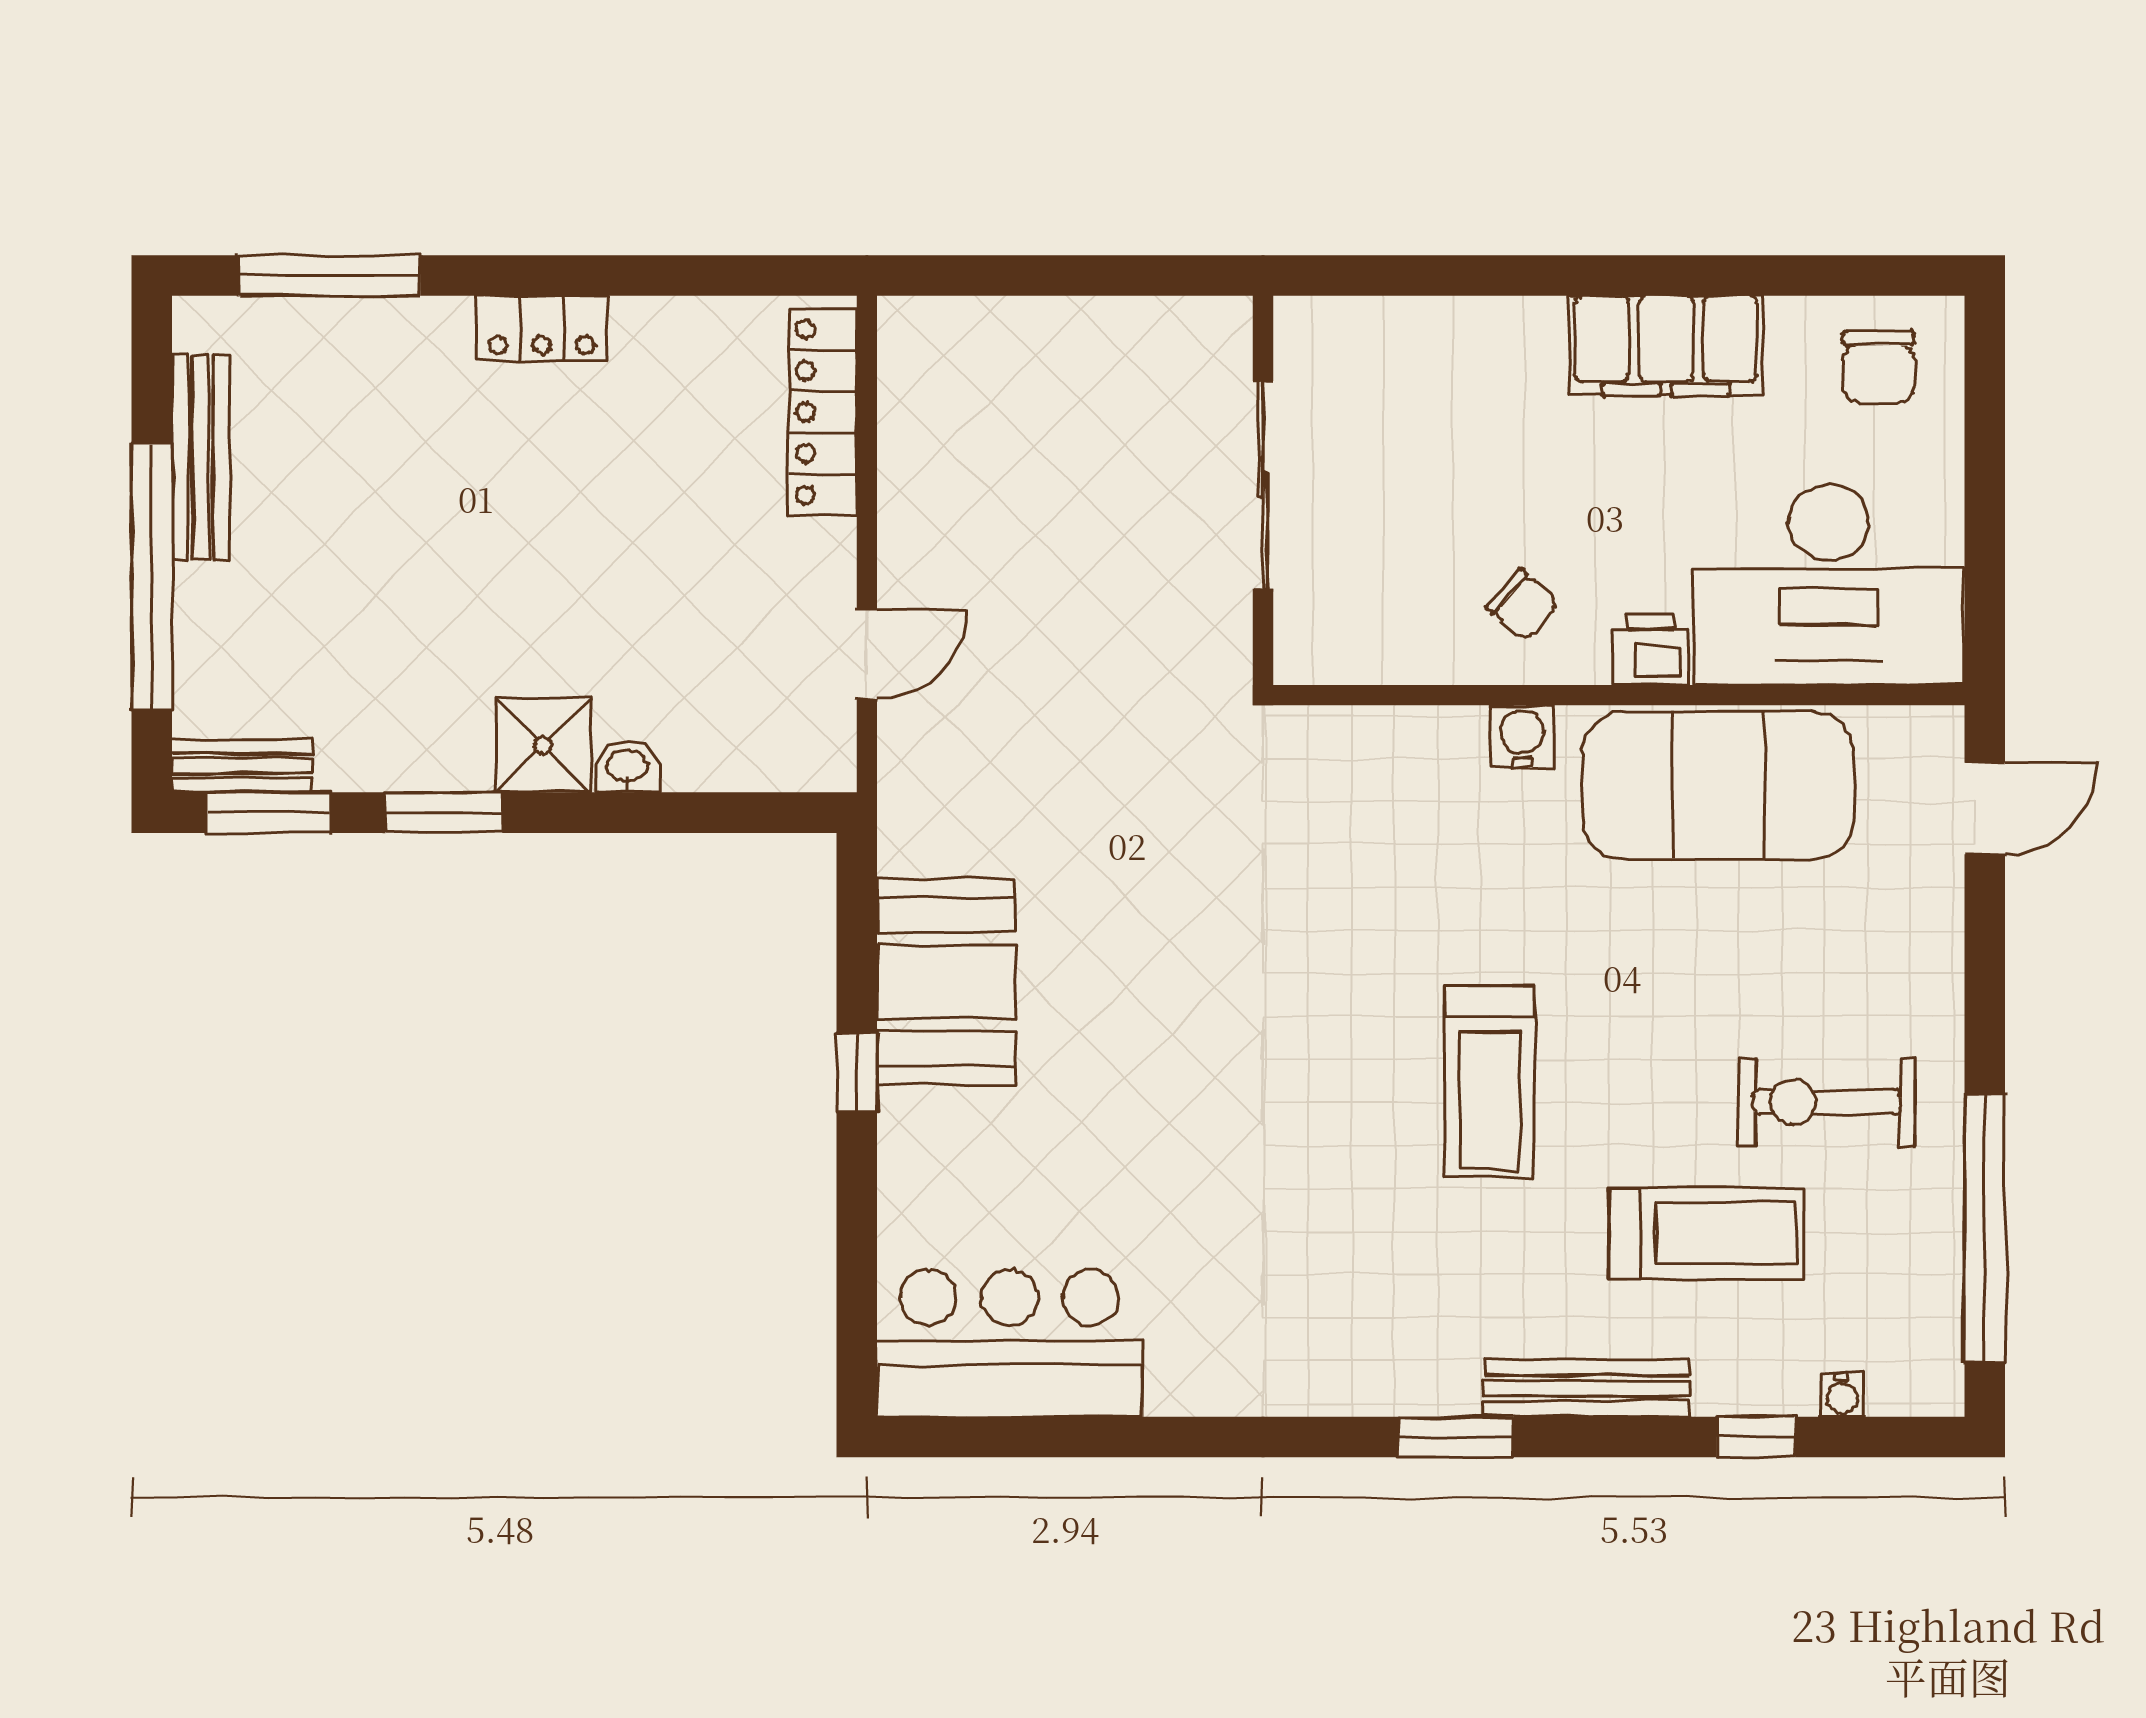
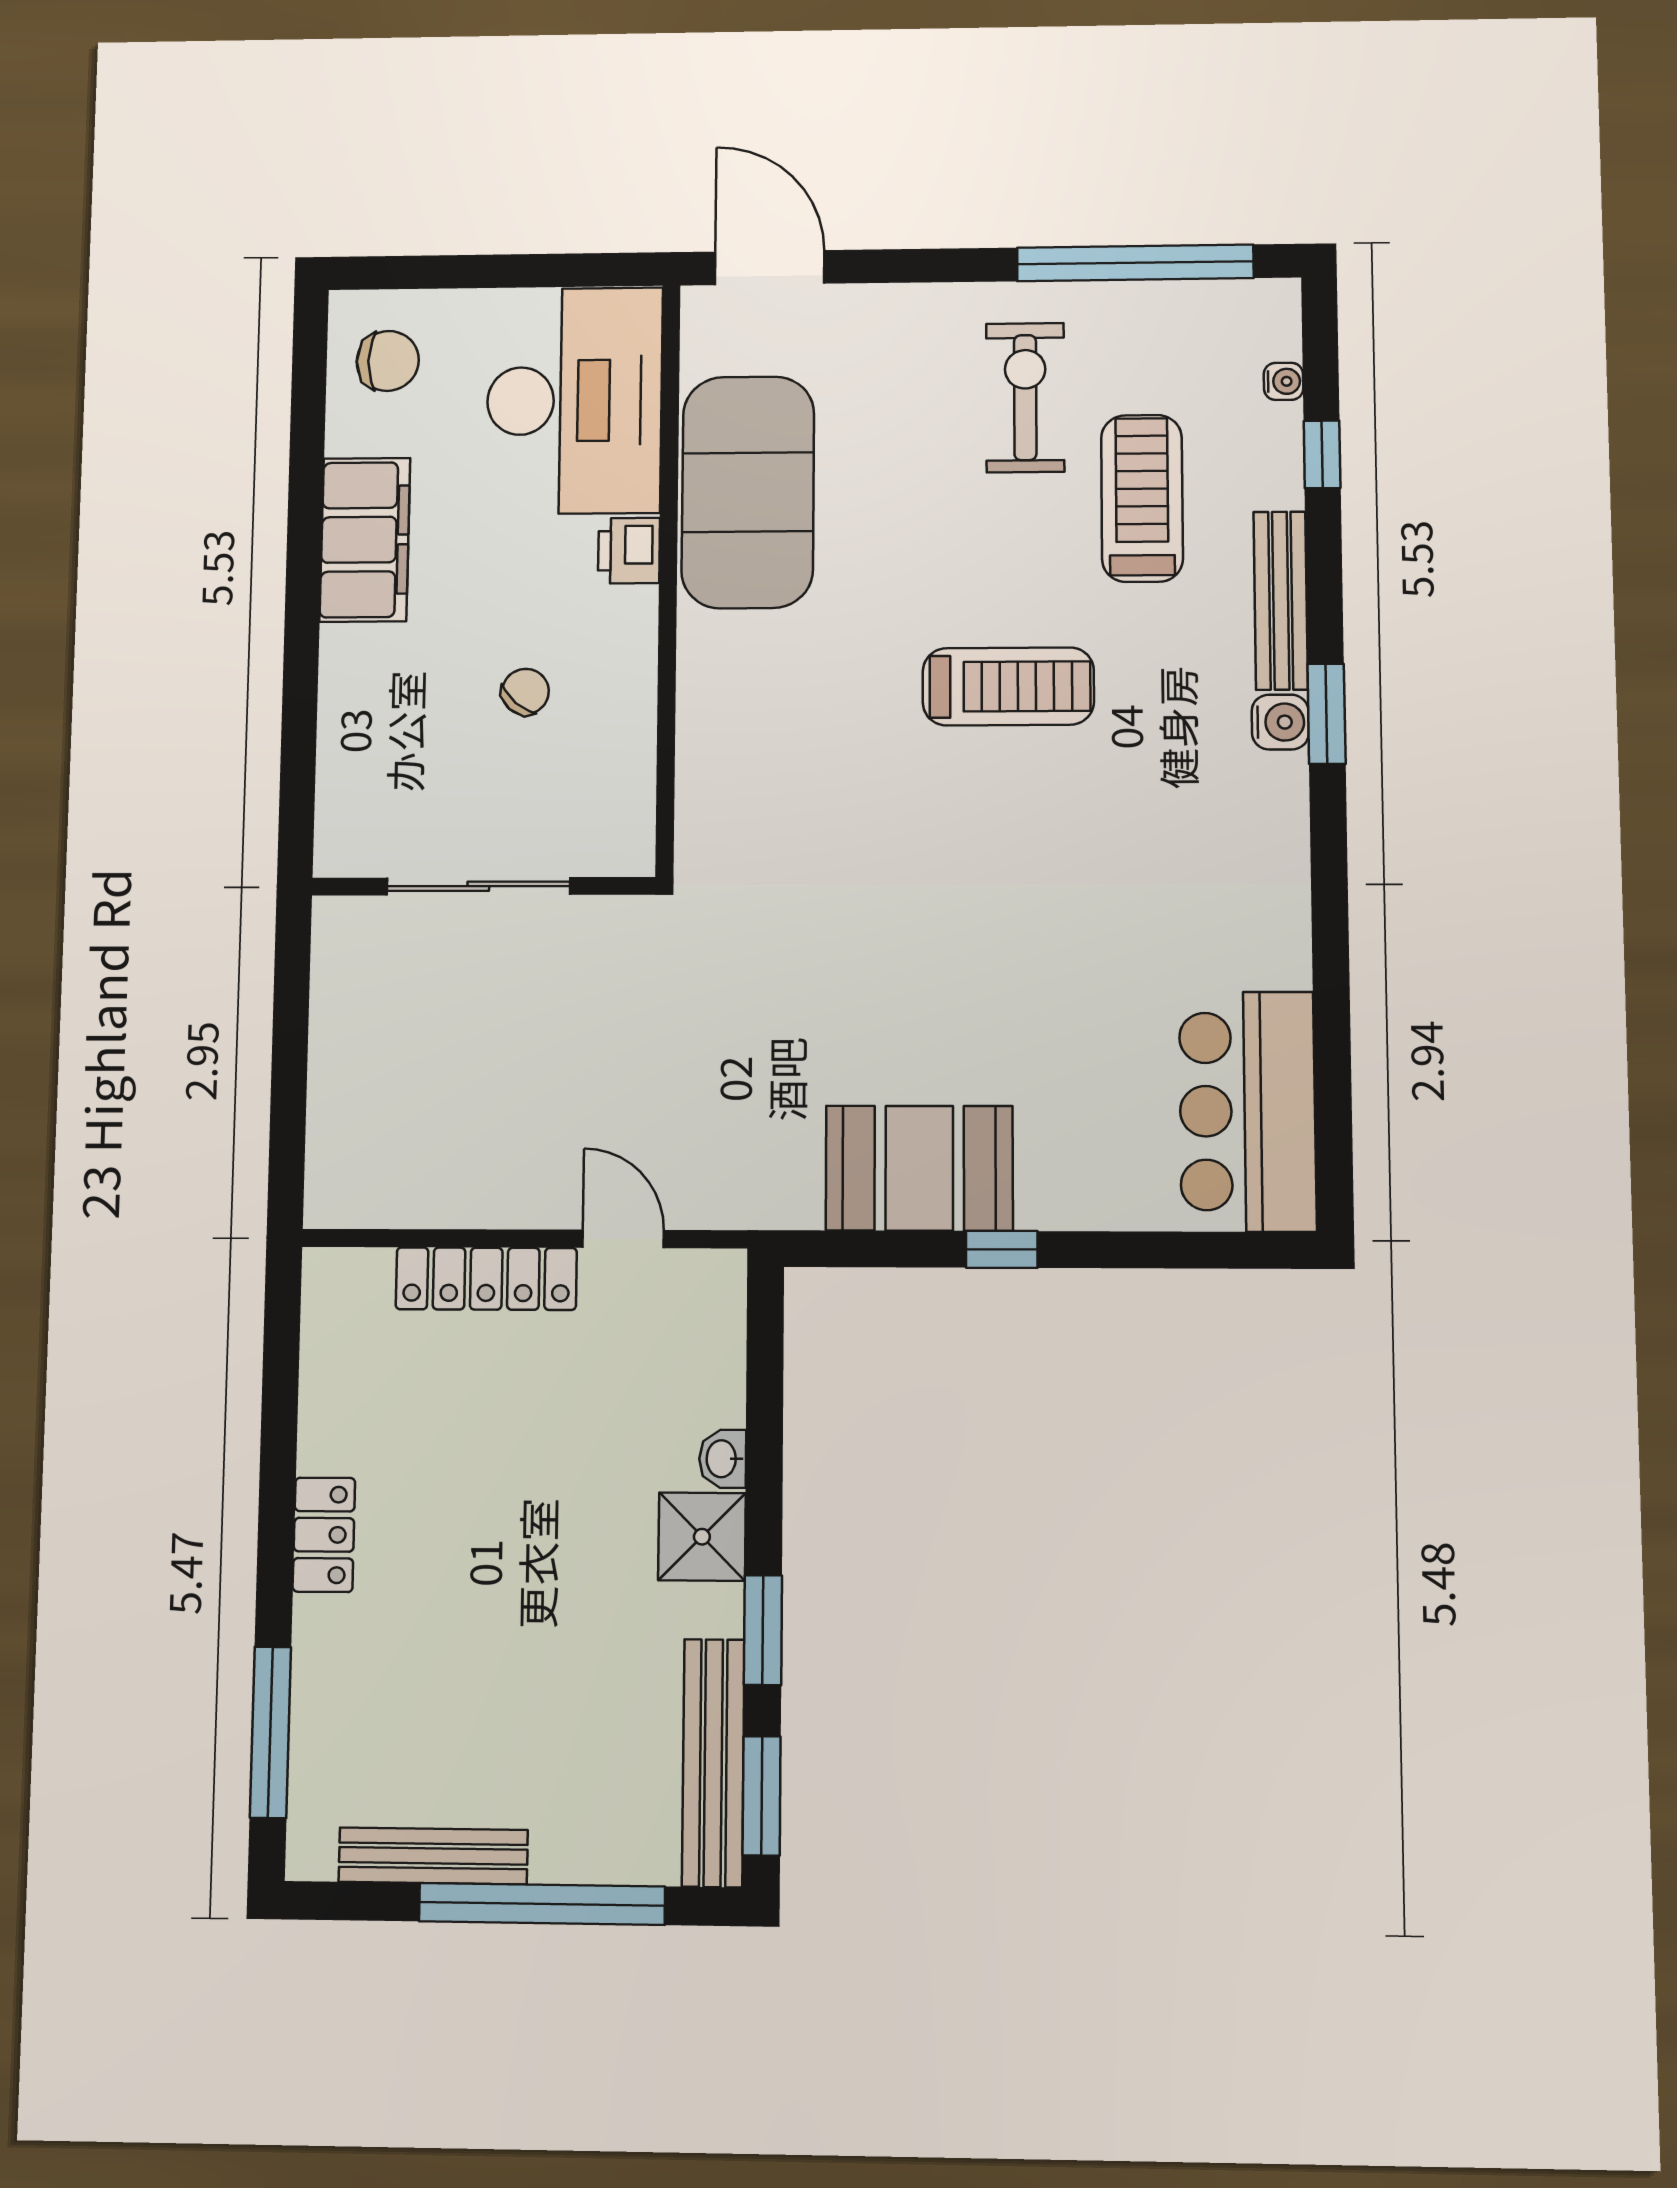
locker: (822, 412) -> (486, 1279), moved
chair: (1523, 605) -> (525, 692), moved
water cooler: (1522, 737) -> (1280, 722), moved, turned 180
bench: (242, 766) -> (713, 1763), width x1.86, depth x1.21
door: (1985, 808) -> (770, 268), width x1.38
exercise bike: (1826, 1102) -> (1025, 398), turned 180

